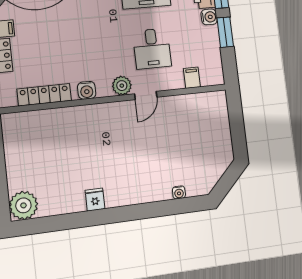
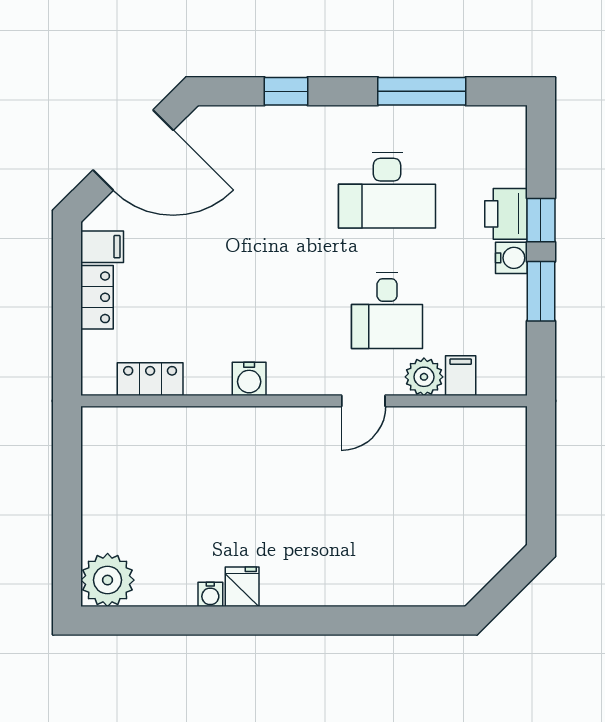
plant: (122, 86) -> (424, 377), moved
locker: (44, 95) -> (150, 379), width x0.66
water cooler: (179, 192) -> (210, 594), moved

